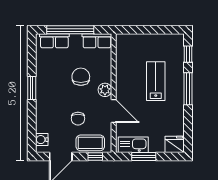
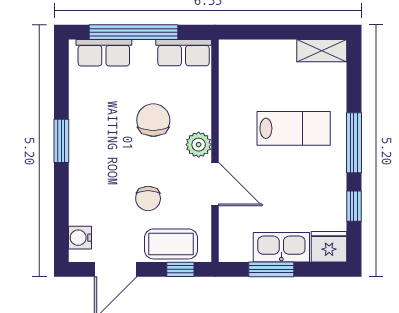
shelving: (171, 40) -> (322, 51), added
window: (188, 54) -> (354, 206), moved
lab bench: (156, 81) -> (294, 128), turned 90
kitchen sink: (133, 145) -> (281, 247), moved

